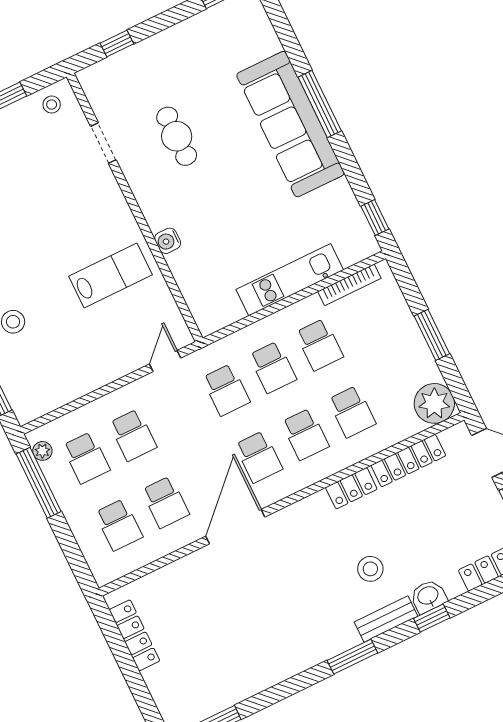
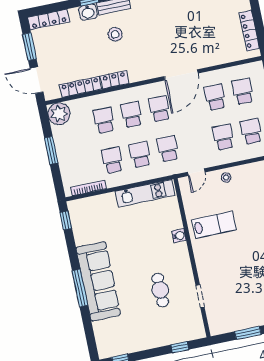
stool: (52, 105) -> (226, 177), moved
lab bench: (111, 276) -> (214, 225), turned 180
kitchen unit: (290, 280) -> (145, 193), moved

